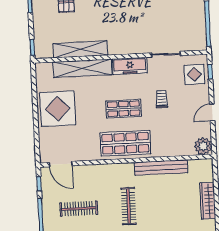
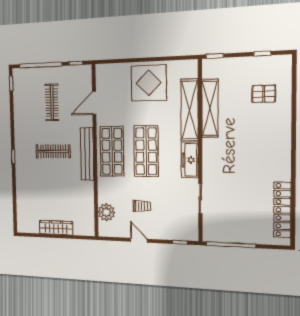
display table: (194, 74) -> (178, 226), removed
trolley: (162, 99) -> (142, 206), moved
shop shelf: (124, 109) -> (146, 151), width x1.43, depth x1.36
plant: (203, 146) -> (106, 212), moved
door: (61, 164) -> (94, 103), moved
bench: (161, 168) -> (87, 154), moved

